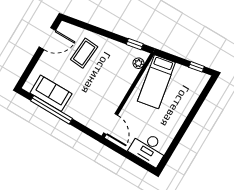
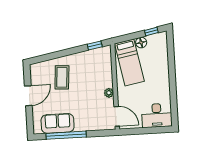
door: (47, 39) -> (28, 96), moved
plant: (138, 63) -> (109, 93), moved
floor lamp: (180, 71) -> (141, 43), added

